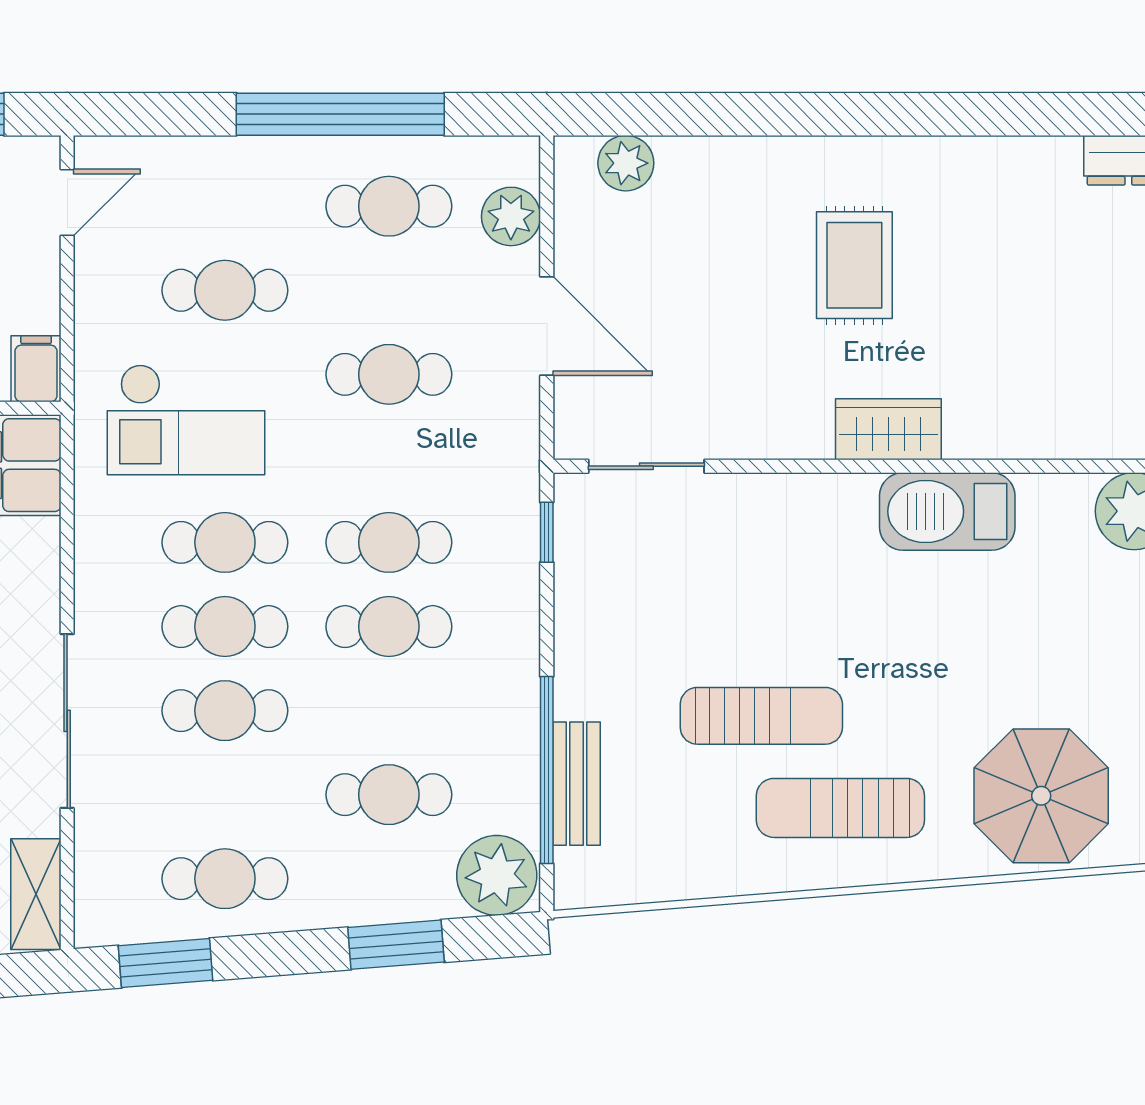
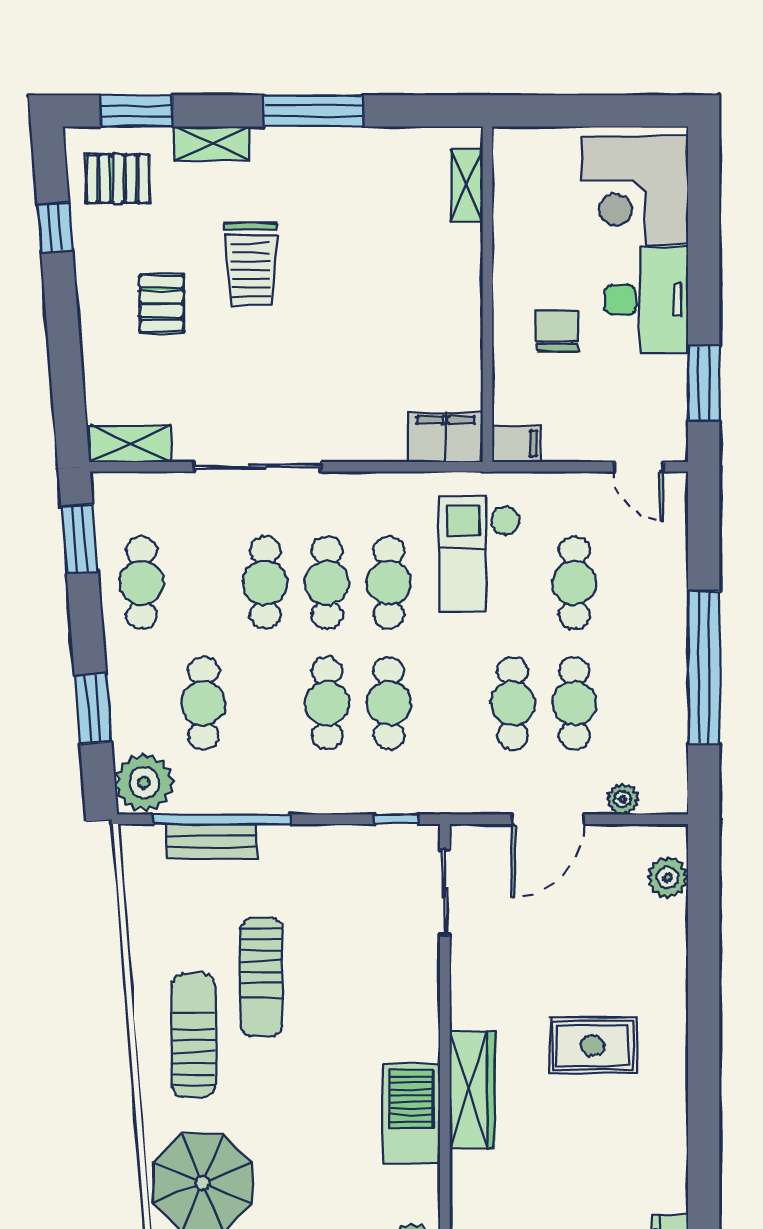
cafe table: (389, 206) -> (574, 703), moved
plant: (511, 216) -> (623, 799), width x0.73, depth x0.73
wardrobe: (888, 429) -> (472, 1090), width x1.50

